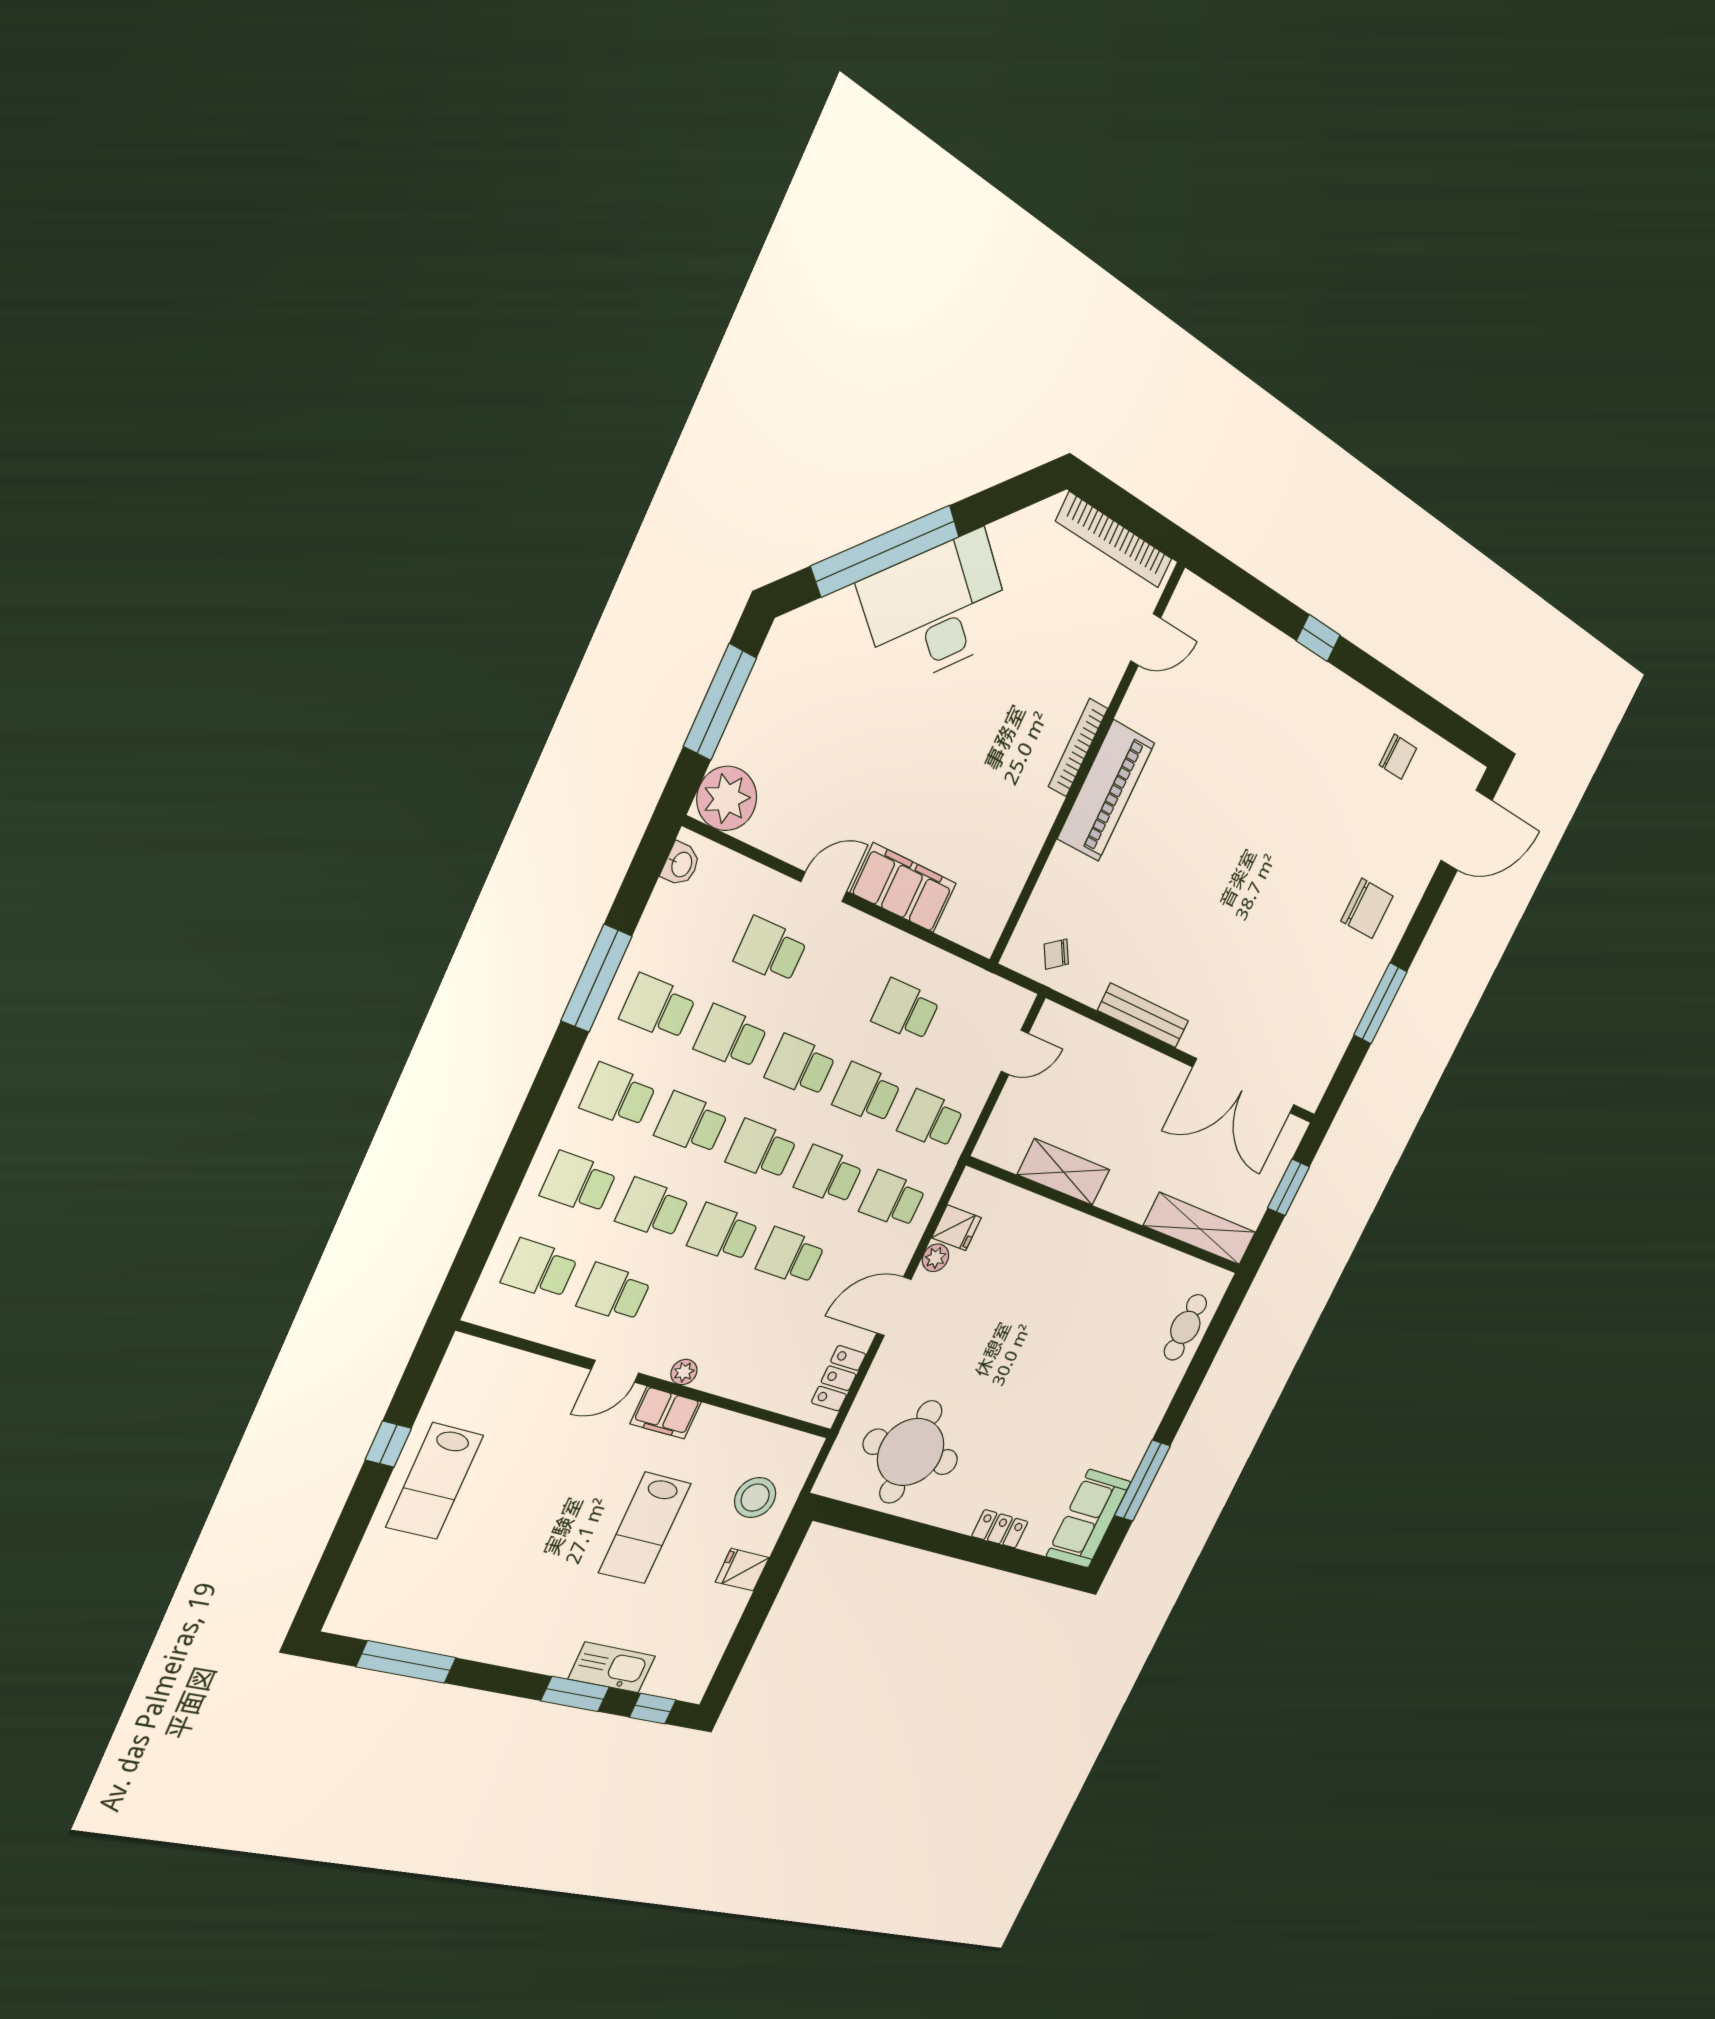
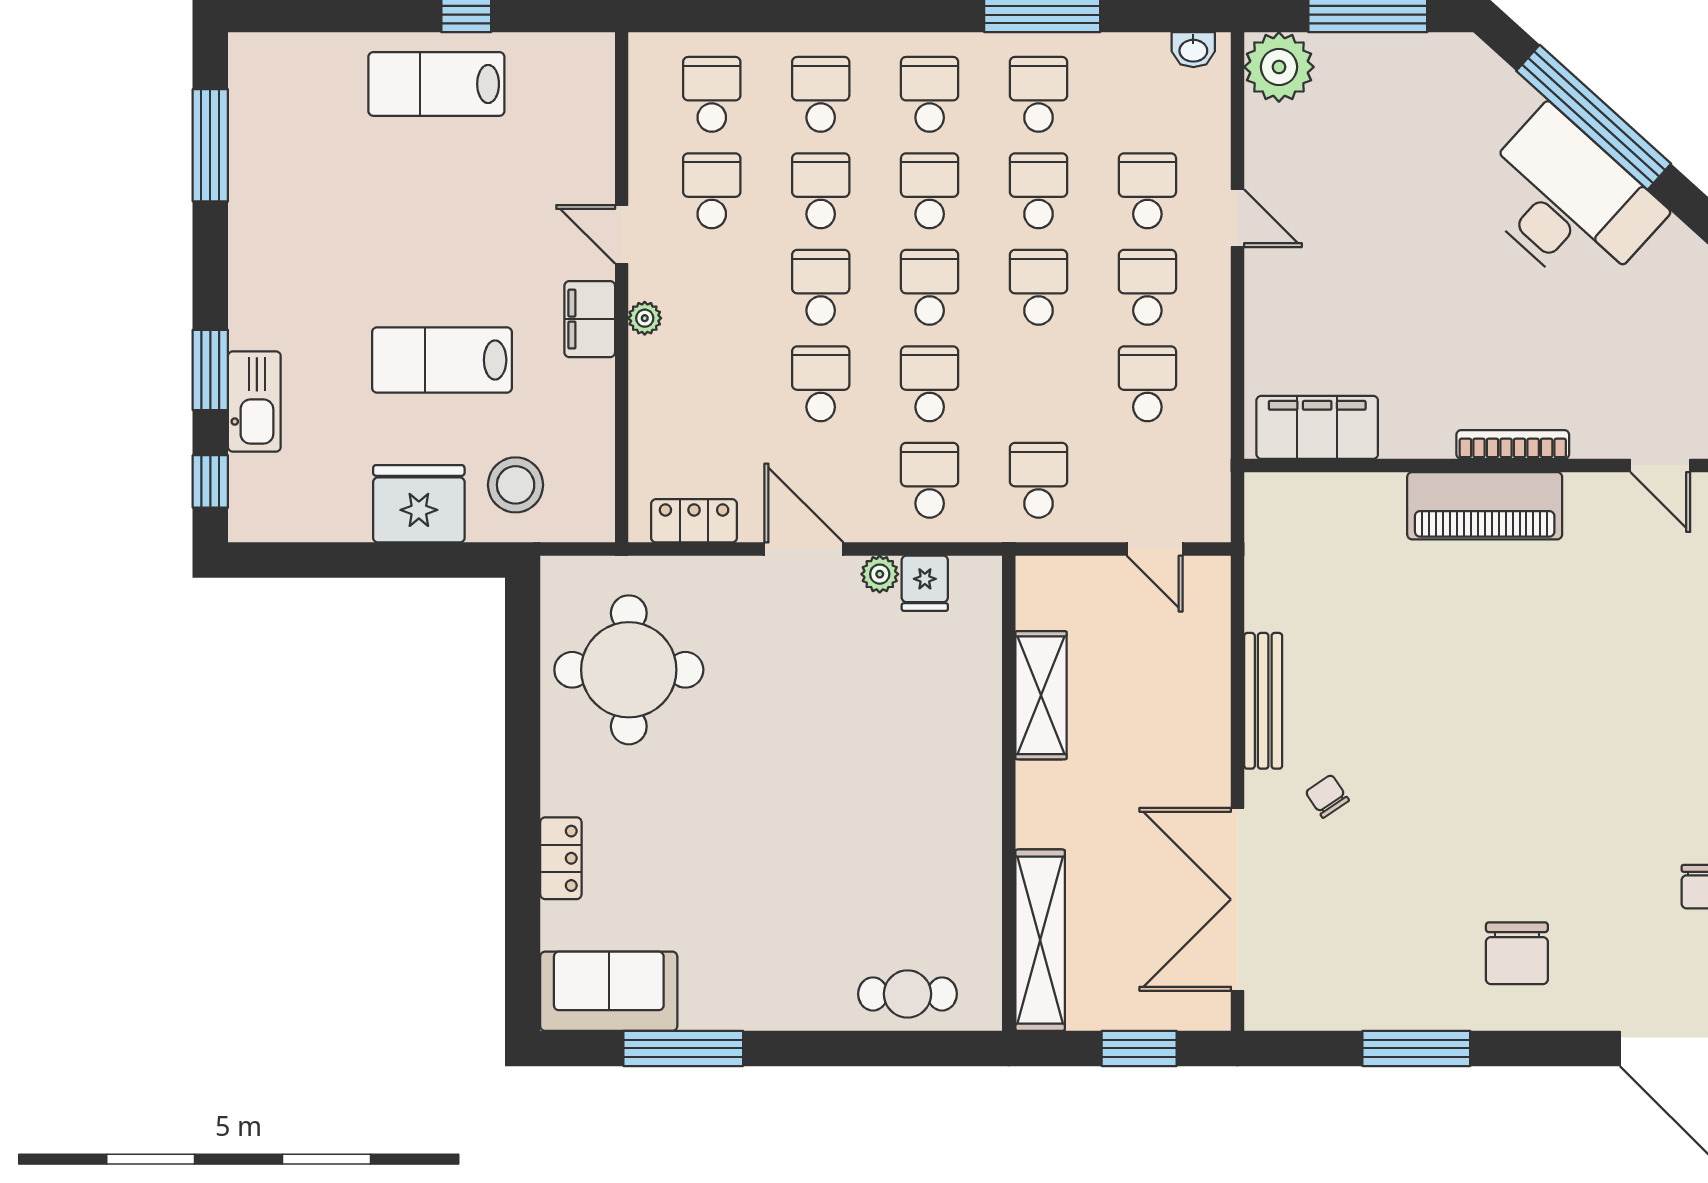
filing cabinet: (904, 888) -> (1317, 427), moved, turned -90
chair: (1056, 954) -> (1327, 796), moved
school desk: (867, 1093) -> (1147, 287), moved
fridge: (742, 1570) -> (419, 504), width x1.88, depth x1.34

